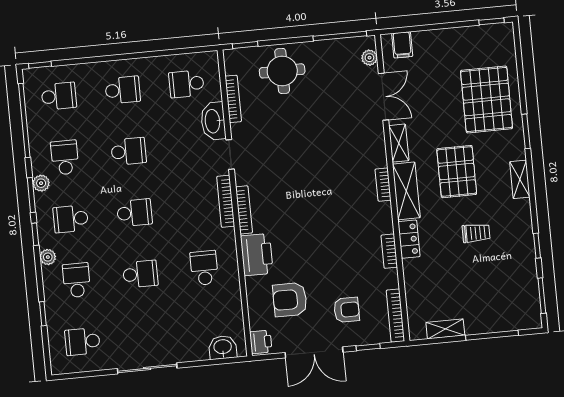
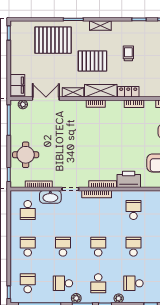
filing cabinet: (402, 45) -> (17, 85), width x2.00
school desk: (204, 268) -> (133, 210), turned 90

